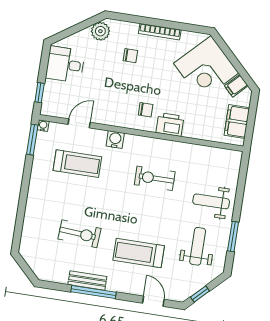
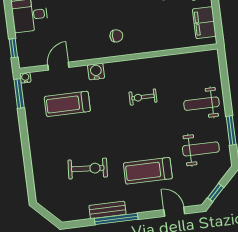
printer: (170, 124) -> (143, 43), removed
treadmill: (77, 164) -> (67, 104), turned 180
exercise bike: (155, 178) -> (143, 97), width x0.73, depth x0.72
weight bench: (198, 246) -> (201, 149), turned 90

